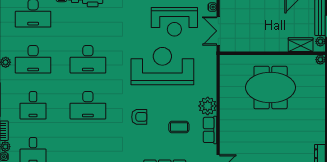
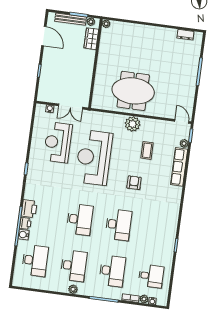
reception desk: (174, 22) -> (58, 142), turned 180
meeting table: (271, 87) -> (133, 91), moved, turned 90
desk: (33, 105) -> (112, 271), width x1.37
row of seats: (210, 130) -> (153, 125), removed

